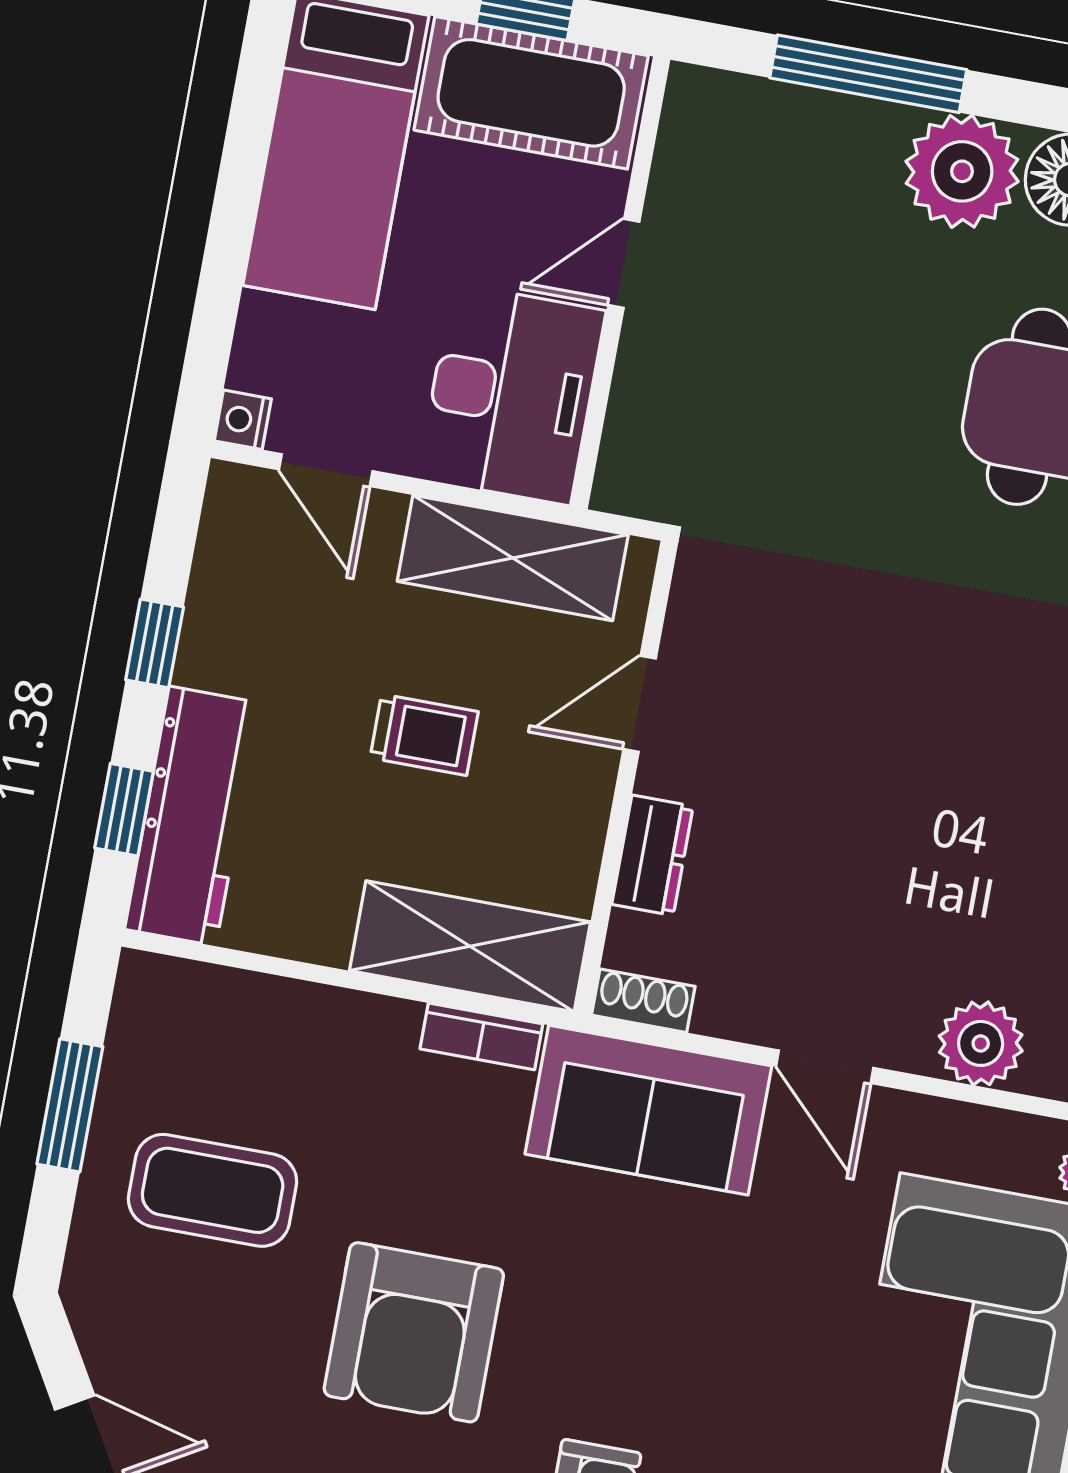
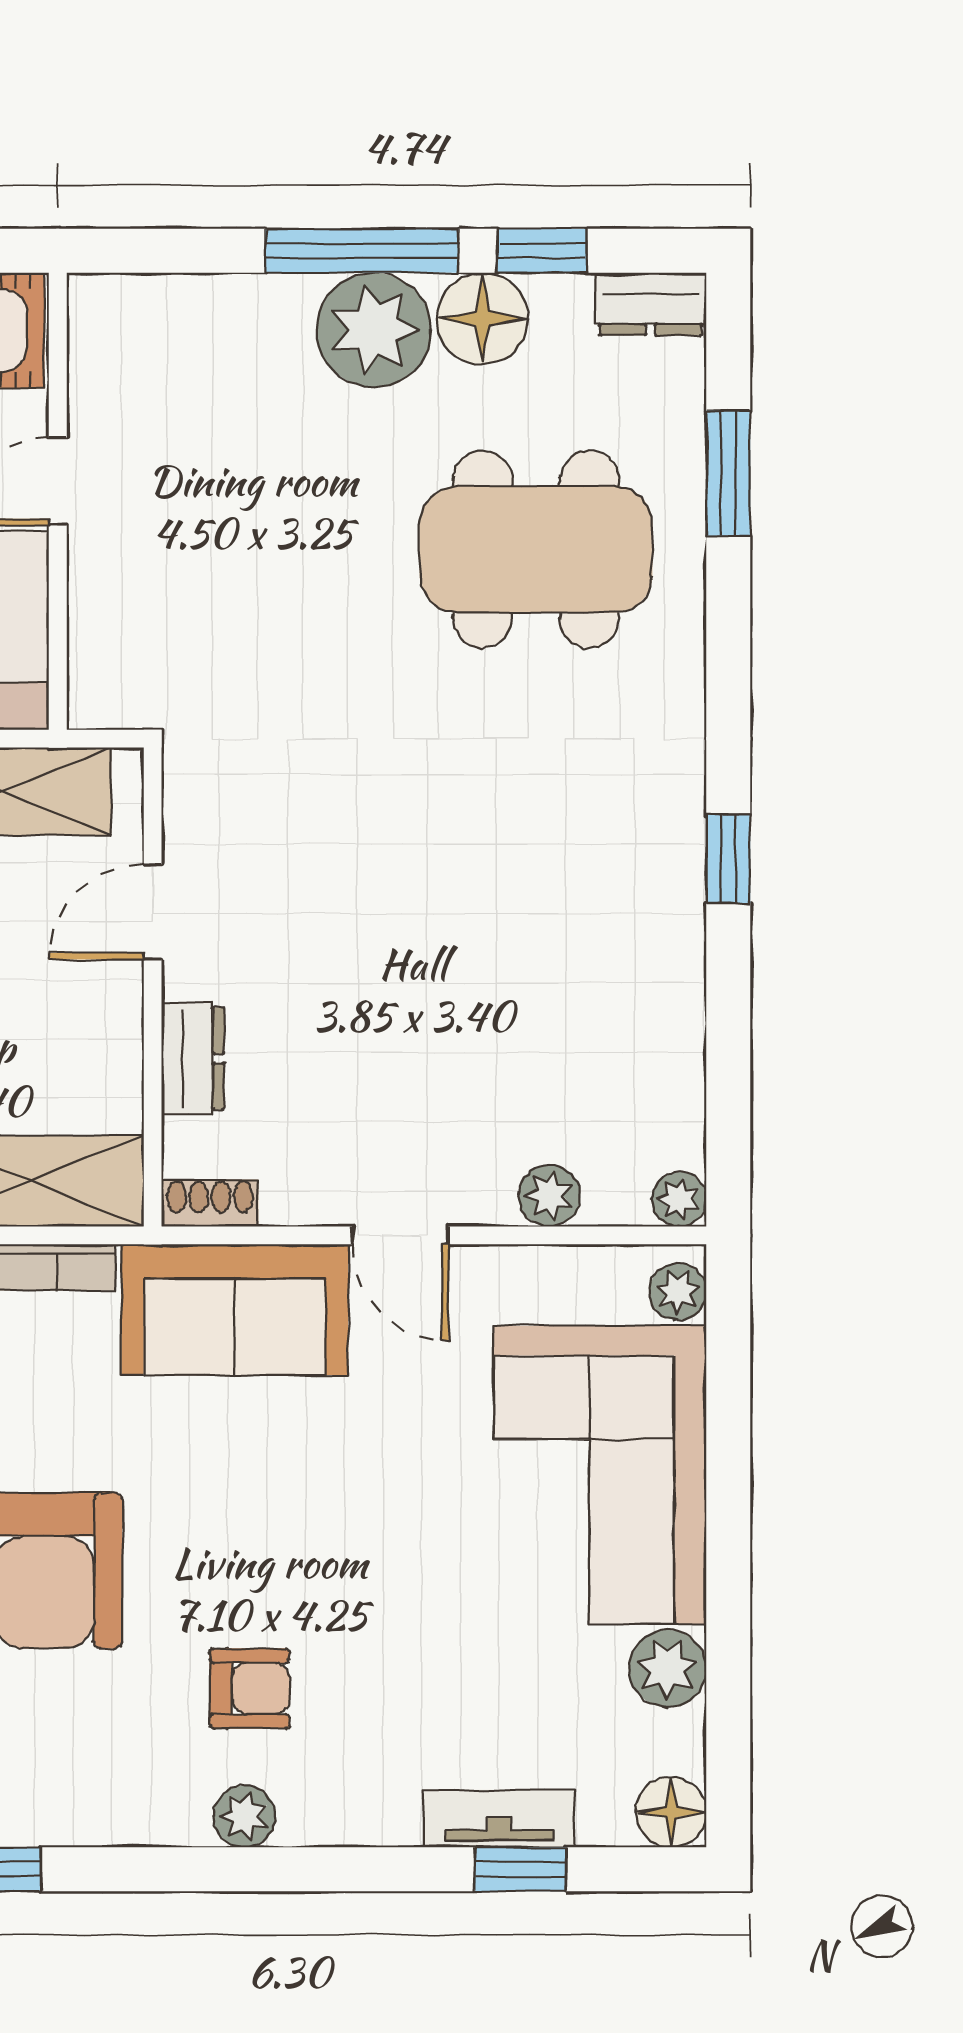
window: (868, 74) -> (362, 251), moved
plant: (981, 1043) -> (549, 1196), width x0.73, depth x0.73

